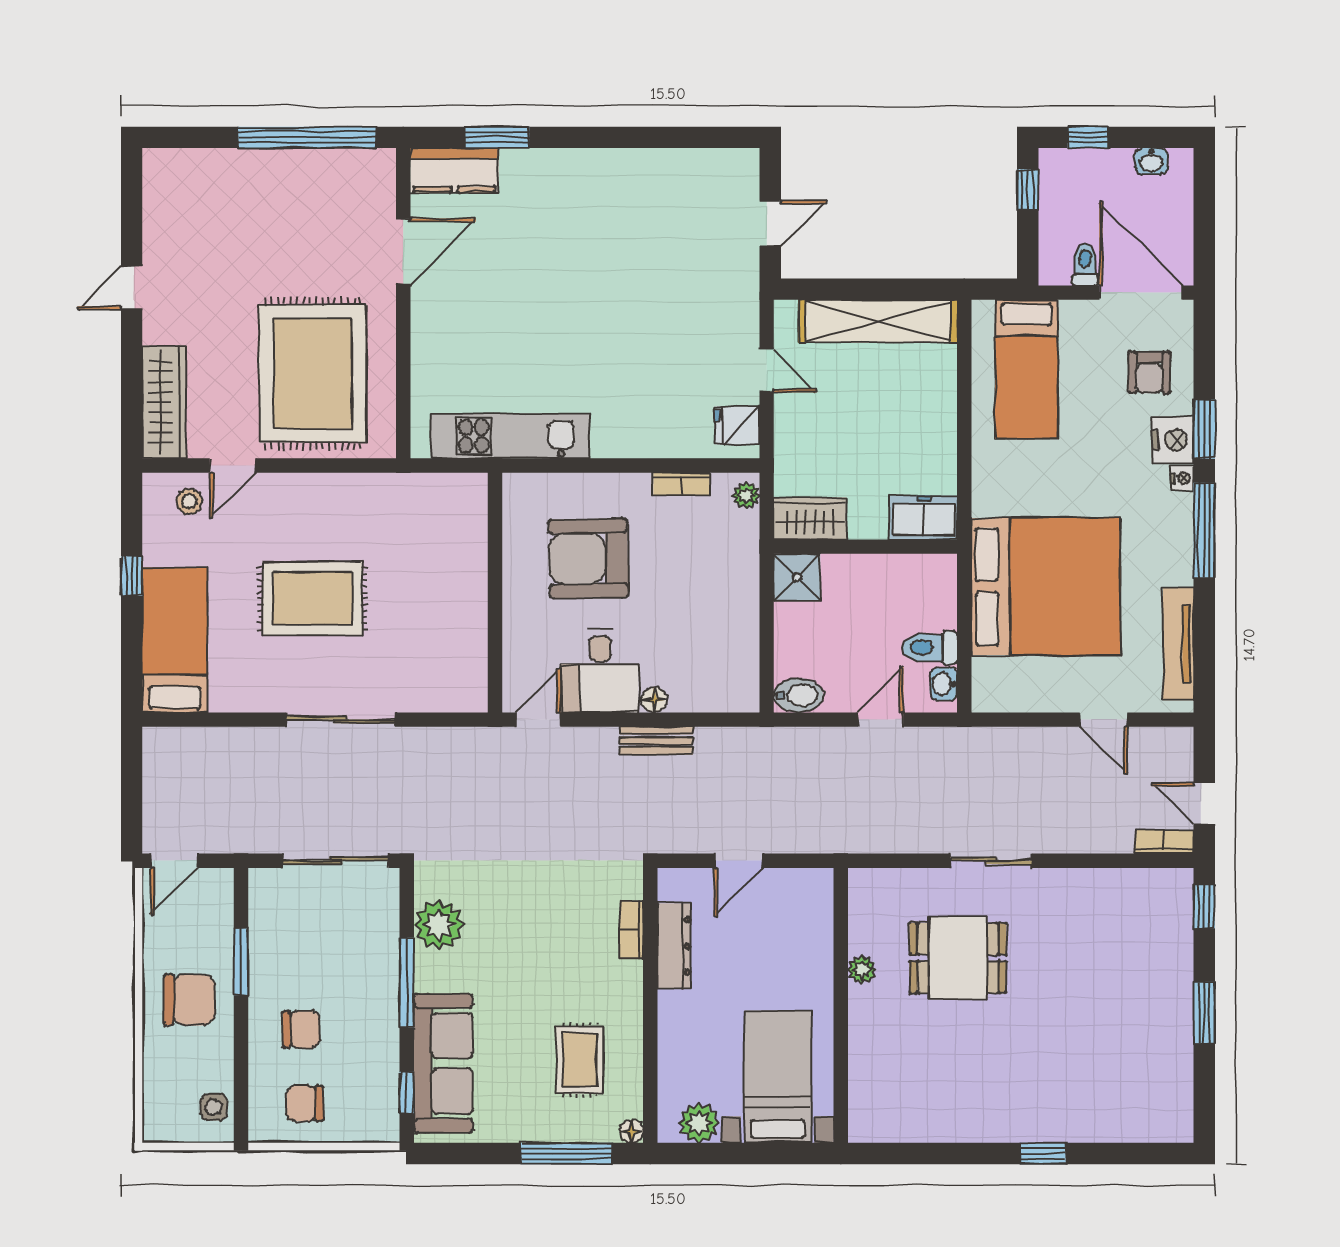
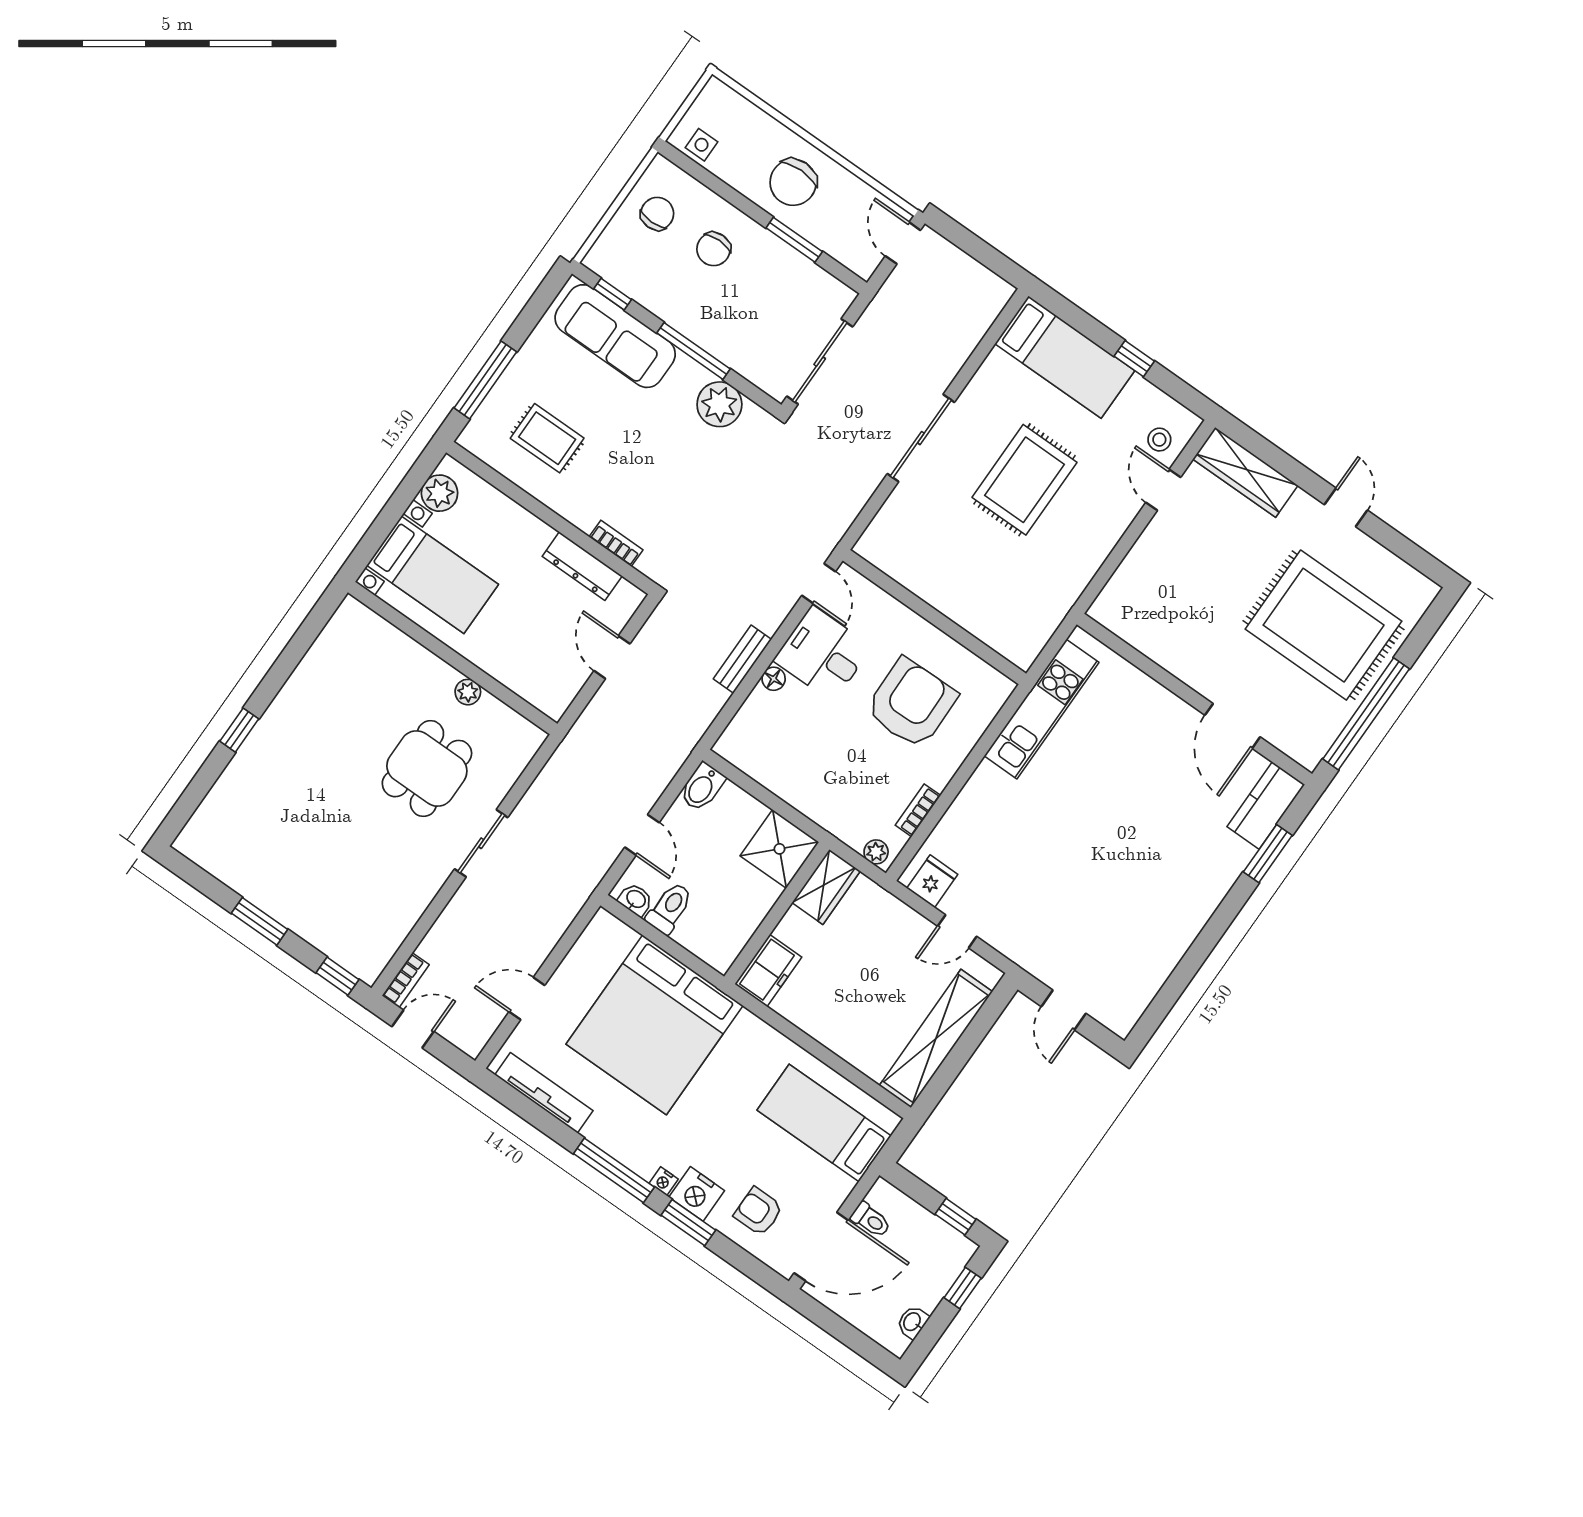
rug: (313, 373) -> (1324, 625), moved
shower: (797, 577) -> (779, 849), width x1.36, depth x1.36
floor lamp: (632, 1131) -> (468, 439), removed

